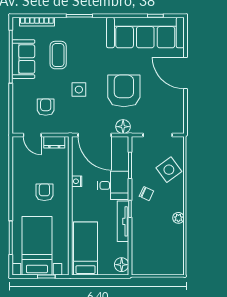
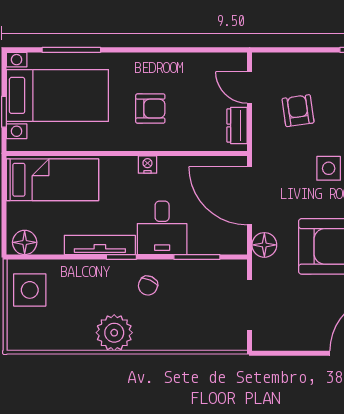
armchair: (46, 107) -> (298, 111), turned -98
door: (32, 135) -> (250, 87), hinge flipped
door: (95, 135) -> (250, 196), hinge flipped
side table: (169, 170) -> (30, 290), moved, turned 36
nightstand: (77, 181) -> (147, 165), moved
plant: (178, 218) -> (114, 333), width x1.88, depth x1.88

